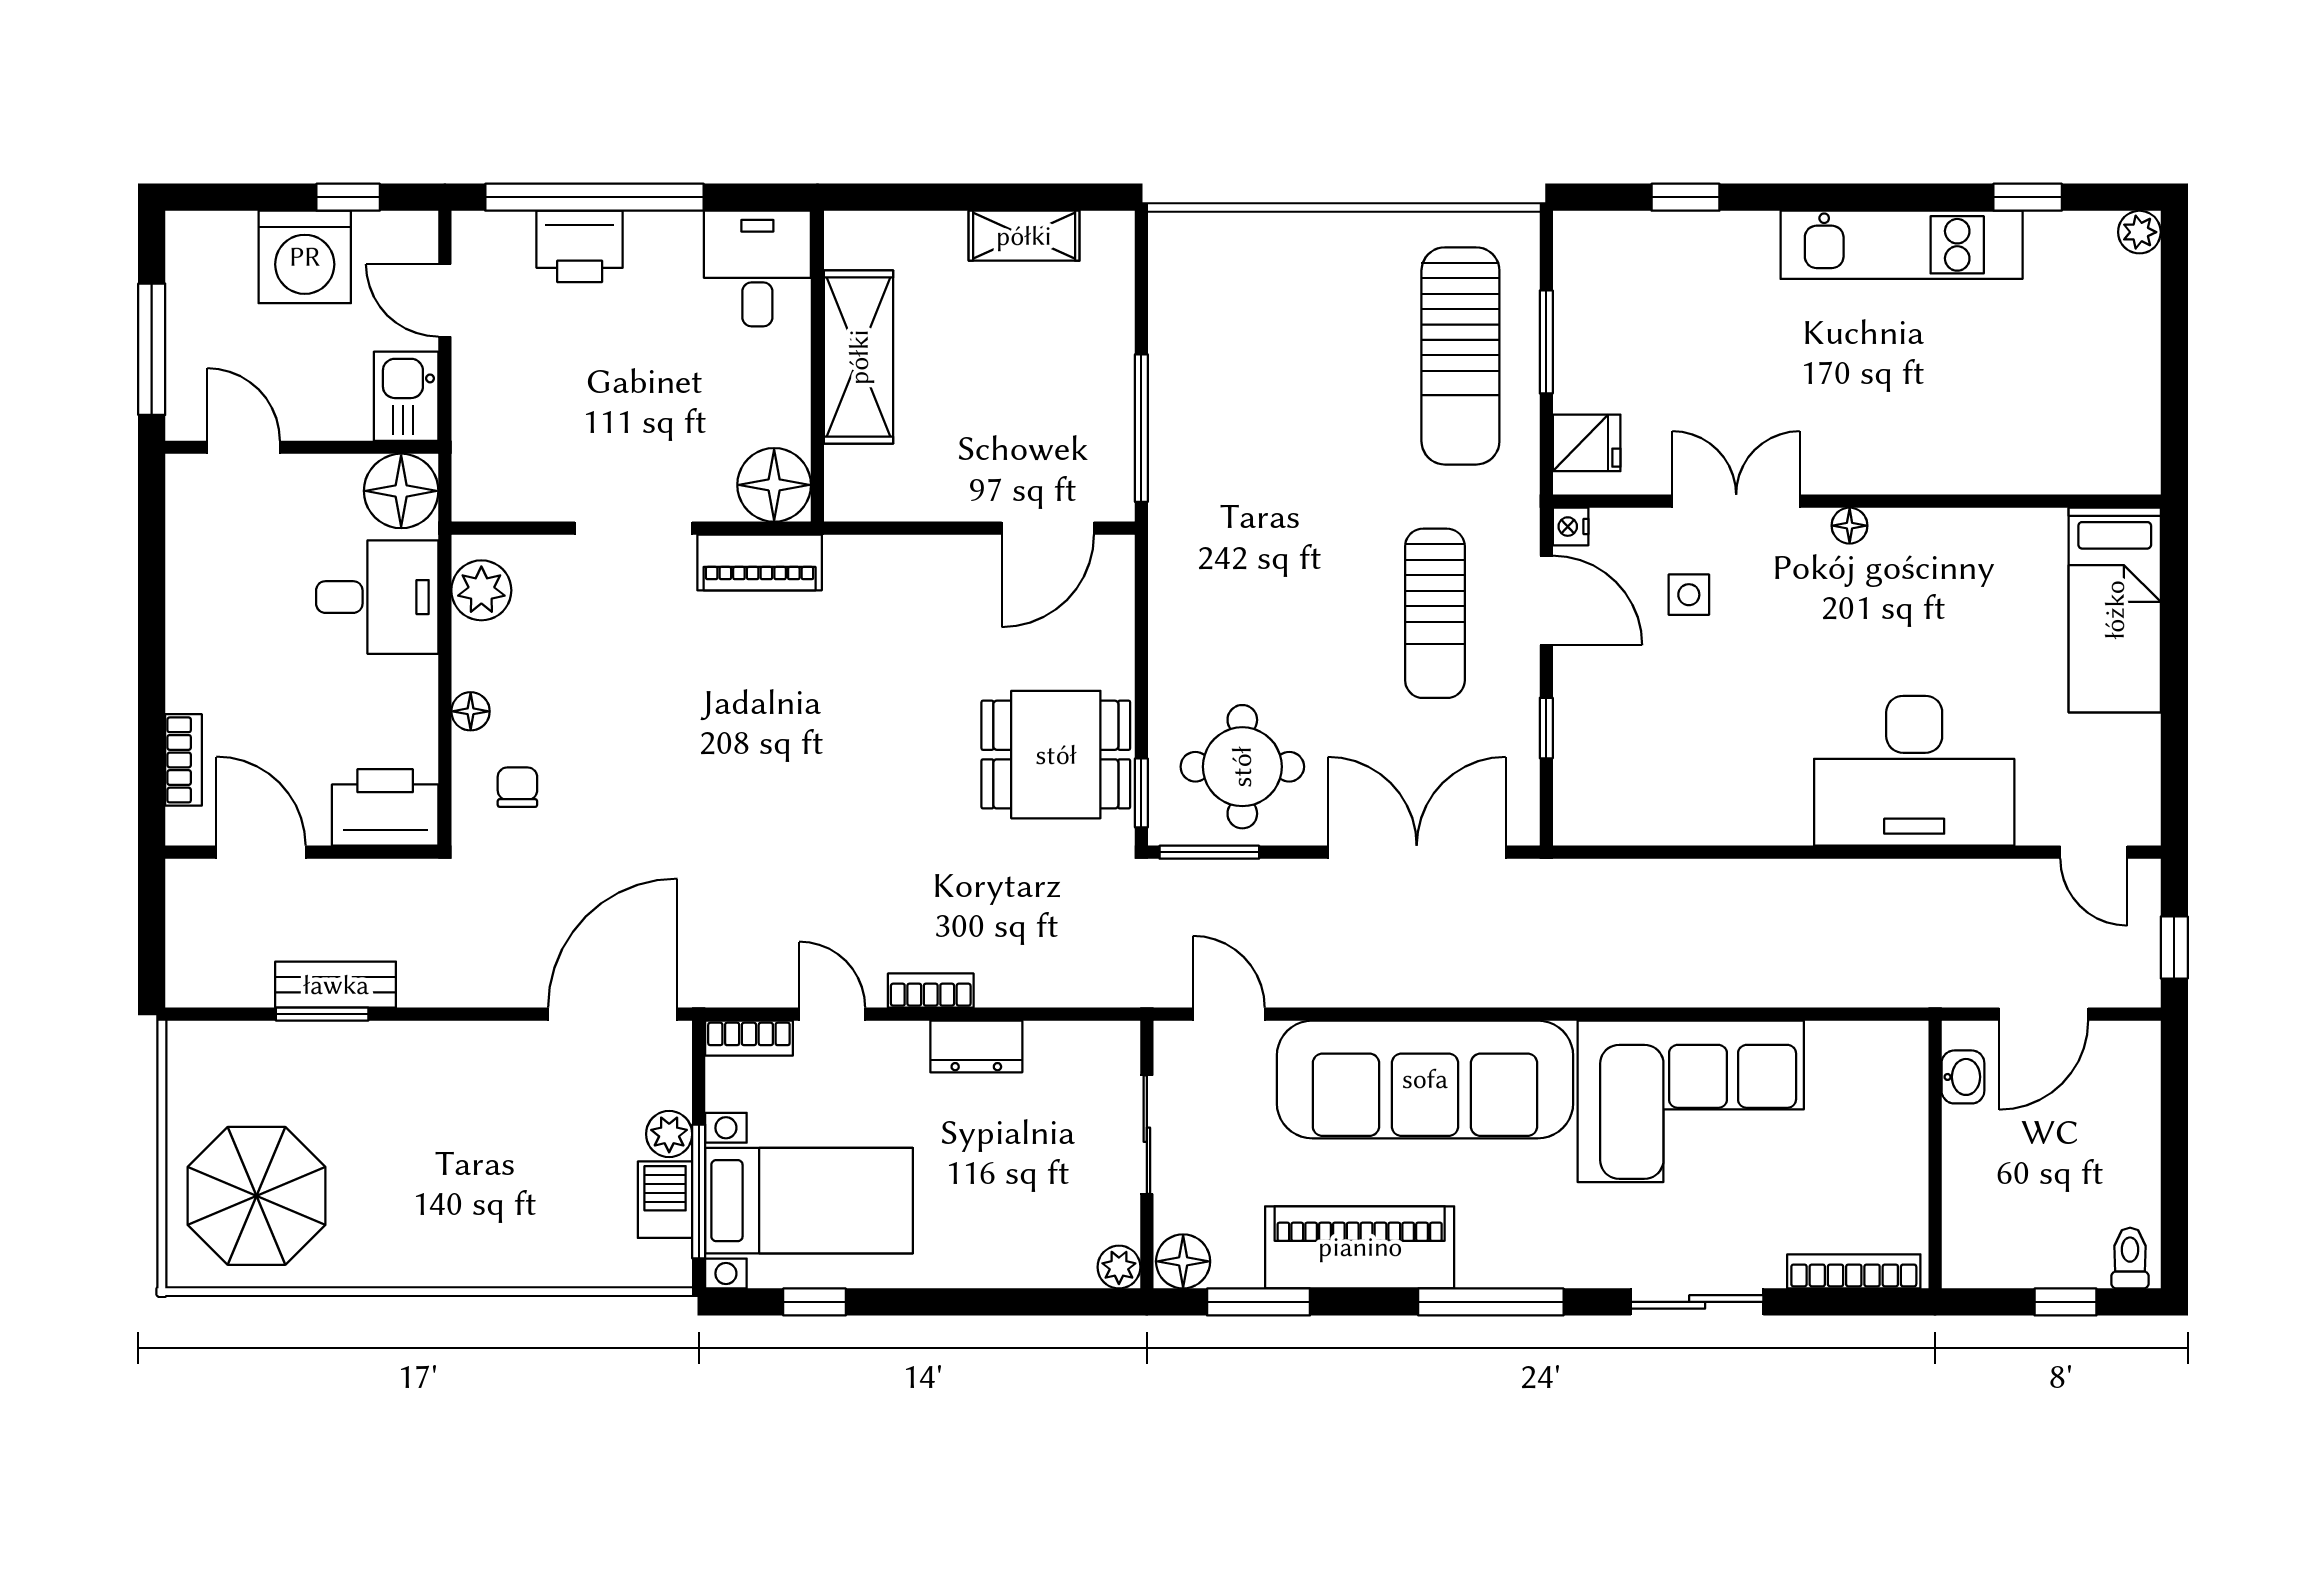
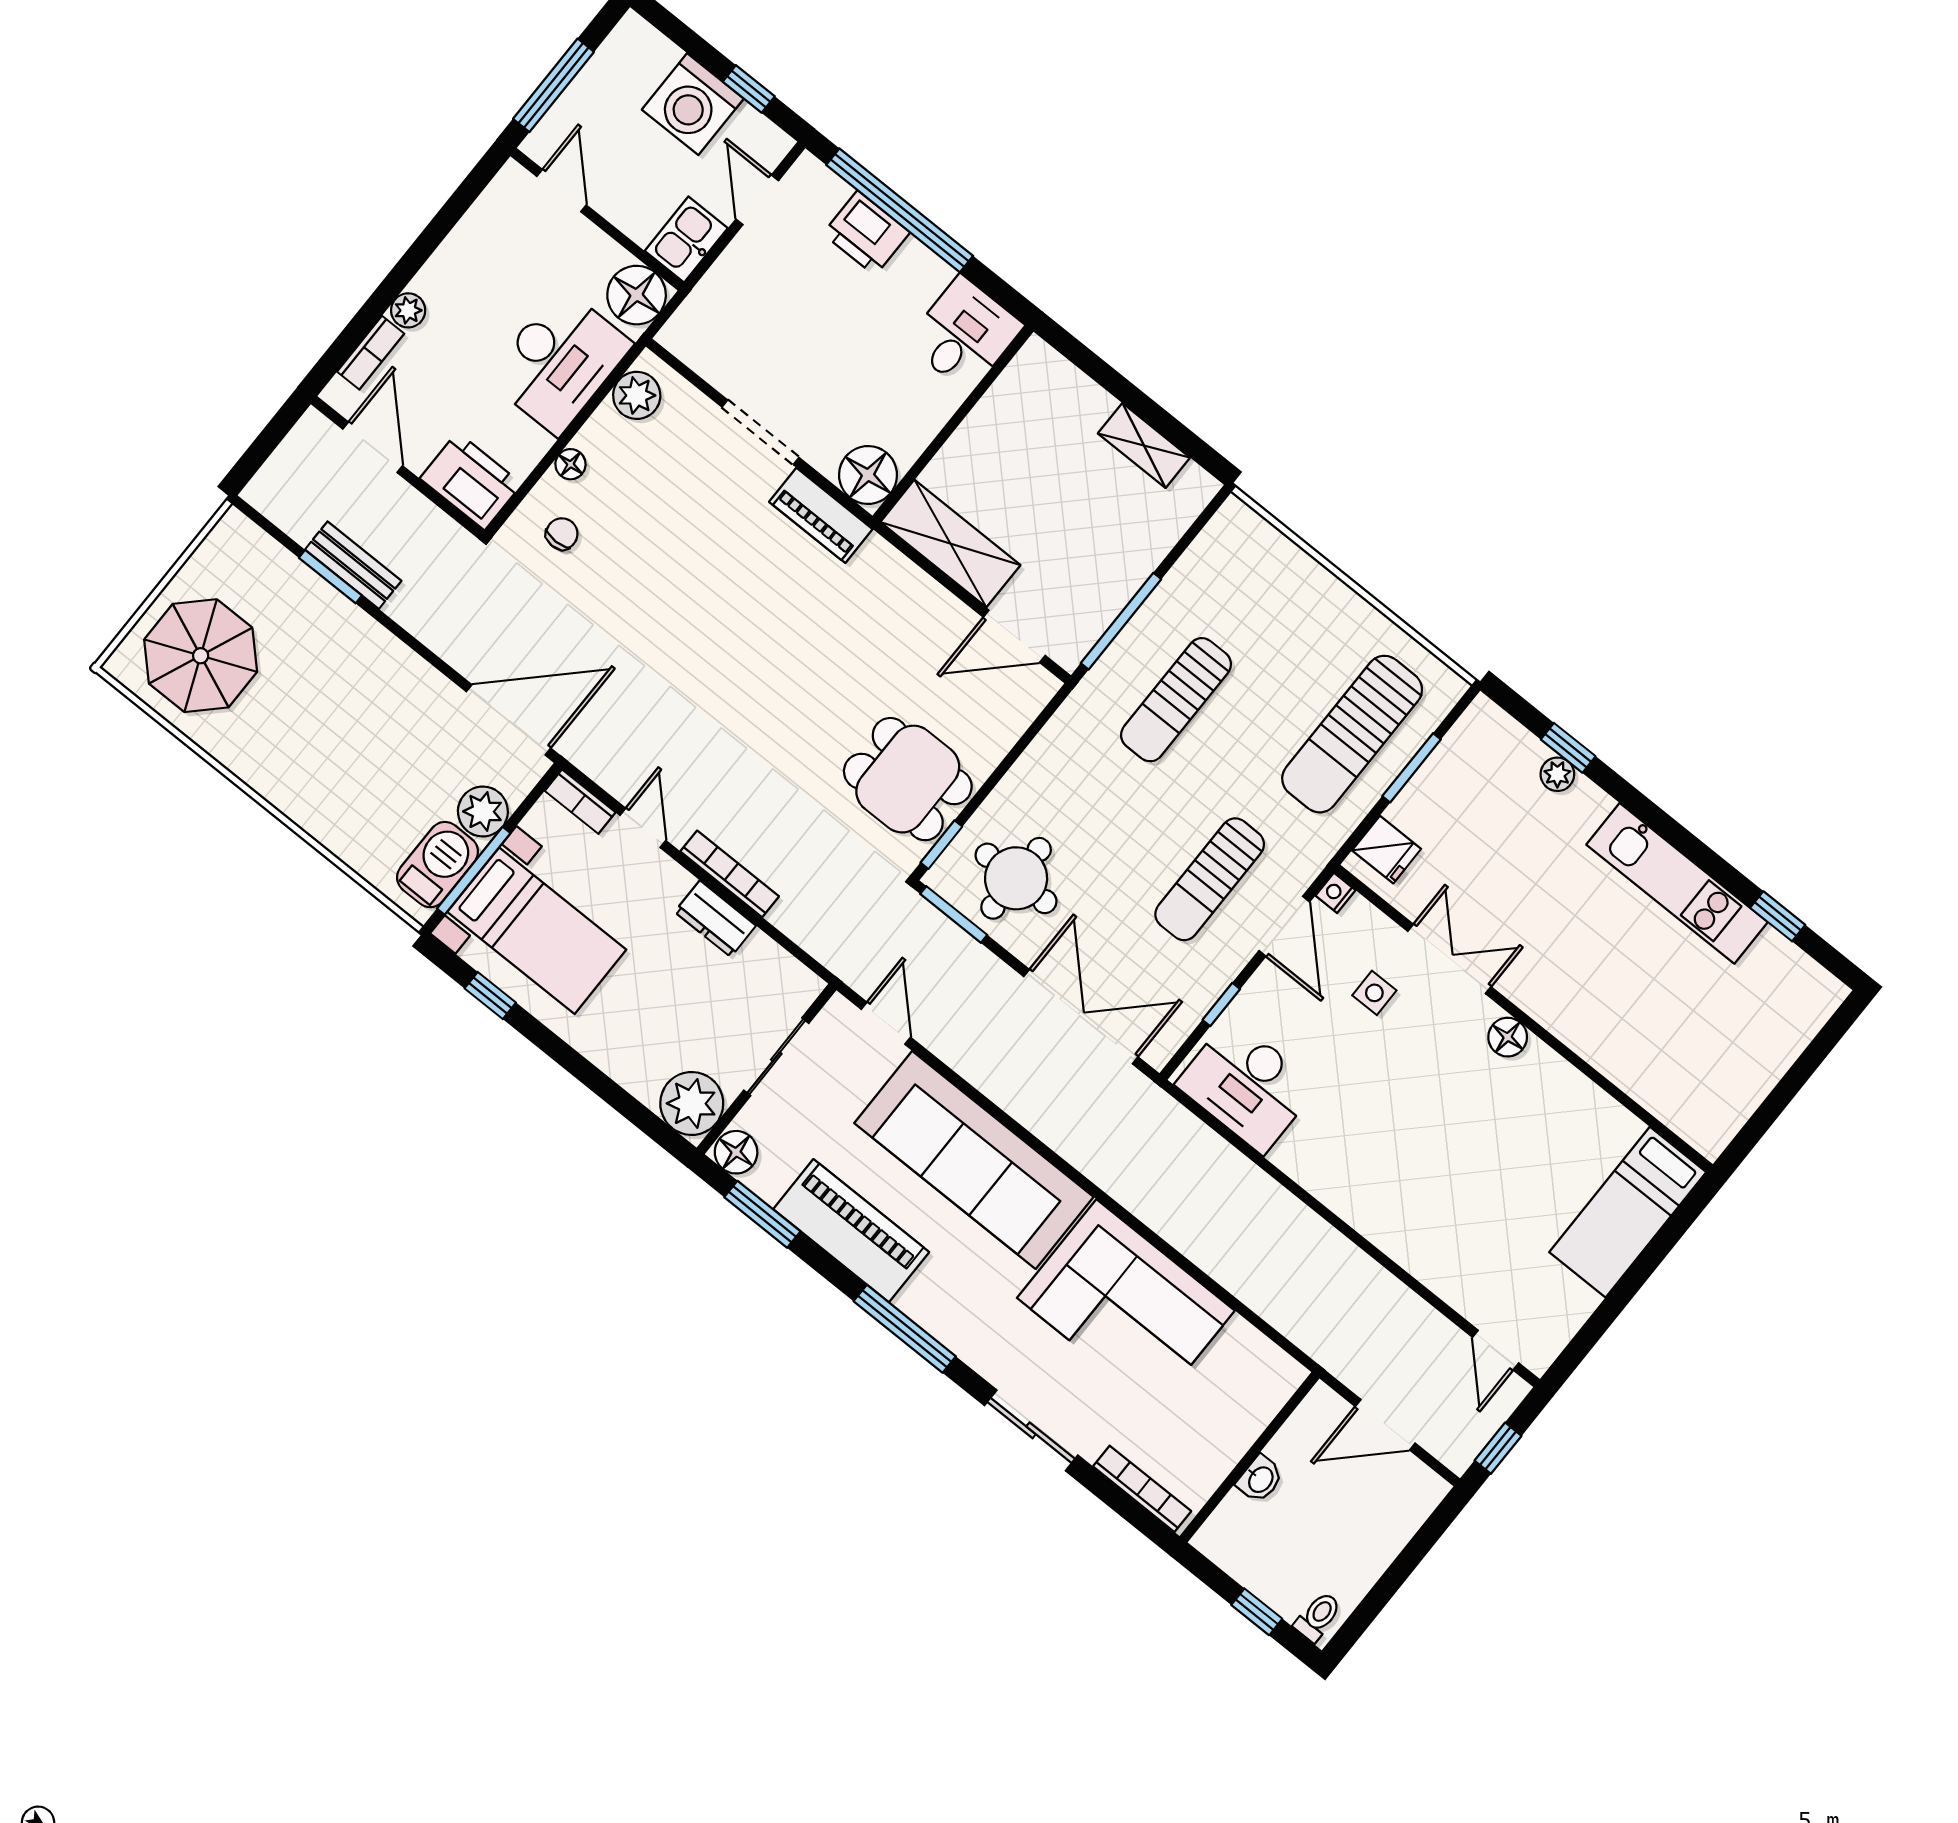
plant: (2139, 232) -> (1557, 774), moved
shelving: (859, 357) -> (950, 544), moved, turned 90
sun lounger: (1258, 462) -> (1176, 700), added
floor lamp: (1850, 526) -> (1508, 1037), width x1.37, depth x1.37
desk: (377, 597) -> (559, 361), width x1.37
plant: (187, 688) -> (408, 310), added
desk: (1914, 771) -> (1247, 1085), moved, width x0.73, depth x0.77
bookcase: (931, 991) -> (730, 874), width x1.56
washbasin: (1963, 1077) -> (1260, 1479), moved
plant: (669, 1134) -> (483, 811), width x1.38, depth x1.38
barbecue: (665, 1200) -> (438, 865), width x1.38, depth x1.27
plant: (1119, 1267) -> (692, 1103), width x1.88, depth x1.88

